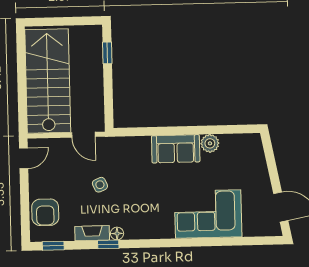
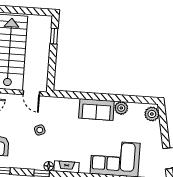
plant: (253, 148) -> (152, 114), added
fireplace: (92, 233) -> (67, 167), moved

